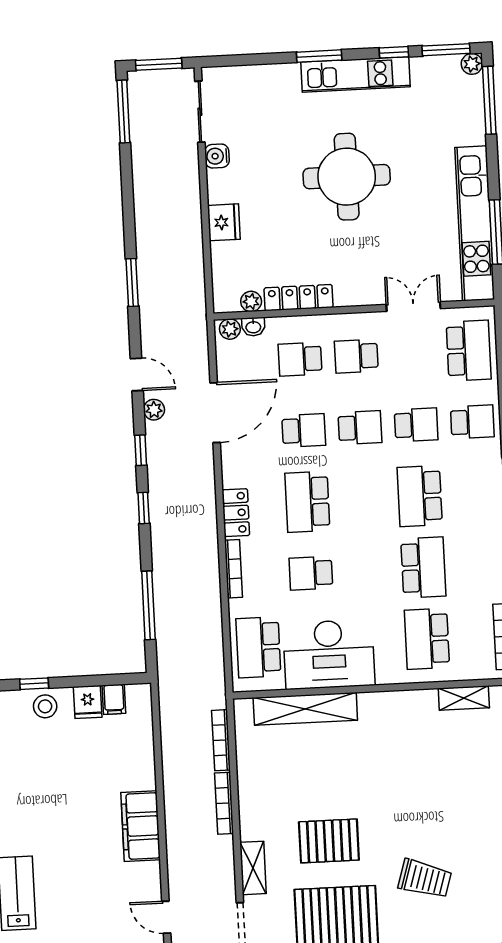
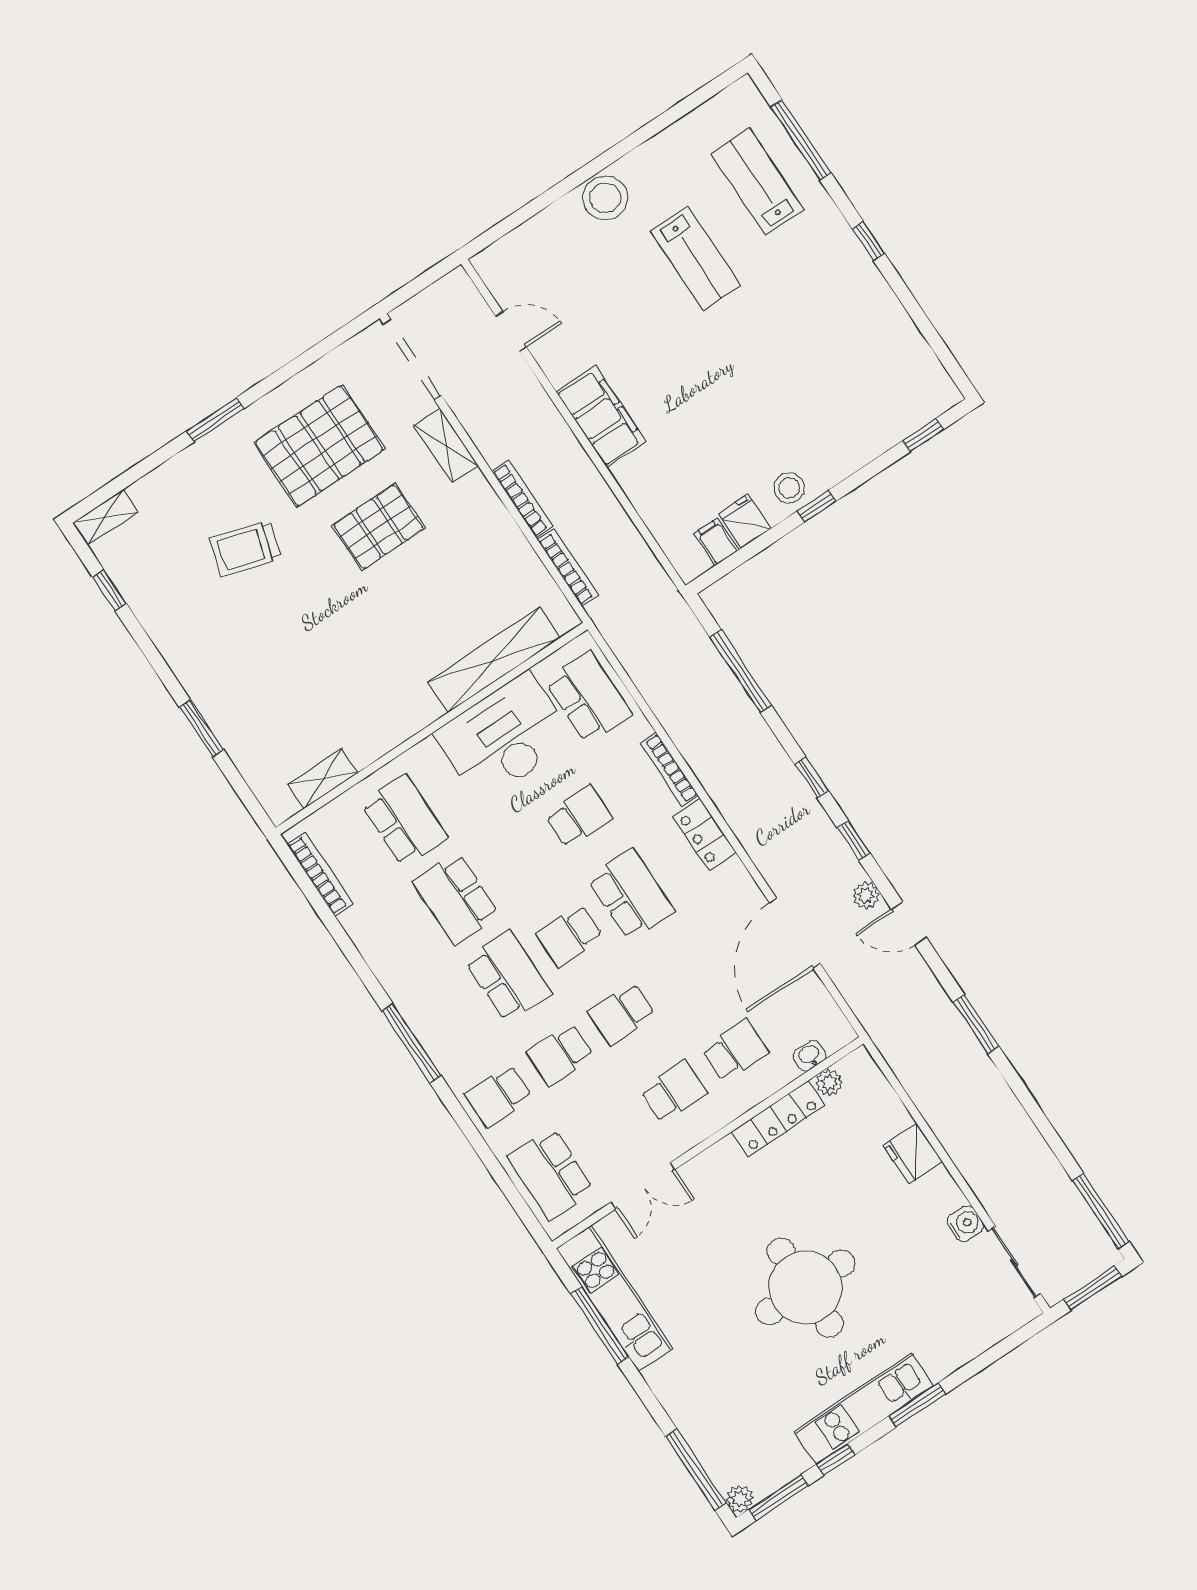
kitchen unit: (475, 223) -> (615, 1298), width x0.73
plant: (230, 329) -> (834, 1037), removed
school desk: (304, 430) -> (570, 936), moved

